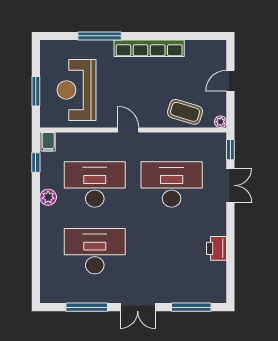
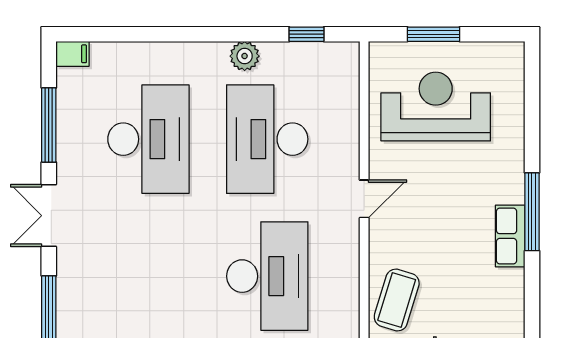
window: (100, 36) -> (532, 212), moved
row of seats: (149, 48) -> (510, 236), width x0.50
filing cabinet: (48, 142) -> (72, 54), moved, turned 180
desk: (95, 184) -> (267, 139), turned 180

